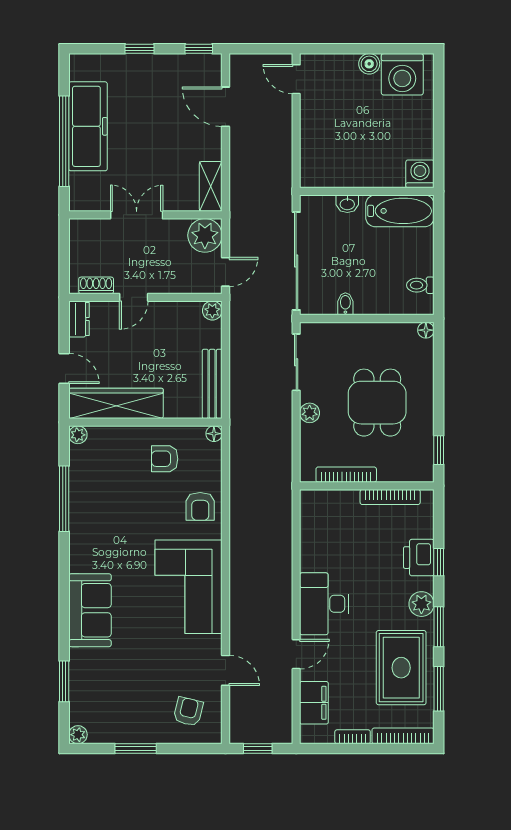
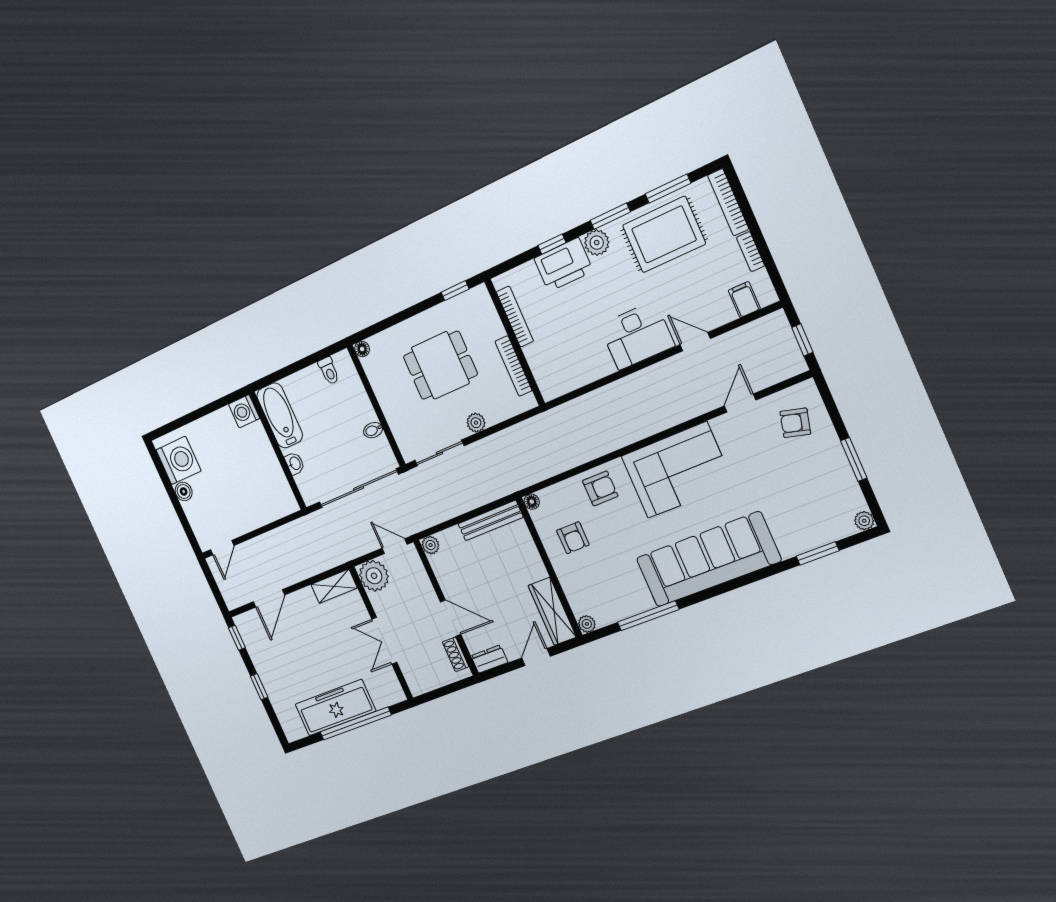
door: (134, 297) -> (451, 618), width x1.38
wardrobe: (116, 403) -> (552, 611), width x0.71, depth x0.85
printer: (419, 558) -> (563, 265), width x1.37, depth x1.19
sofa: (90, 610) -> (708, 560), width x1.85, depth x1.27
filing cabinet: (314, 703) -> (744, 300), width x0.50

